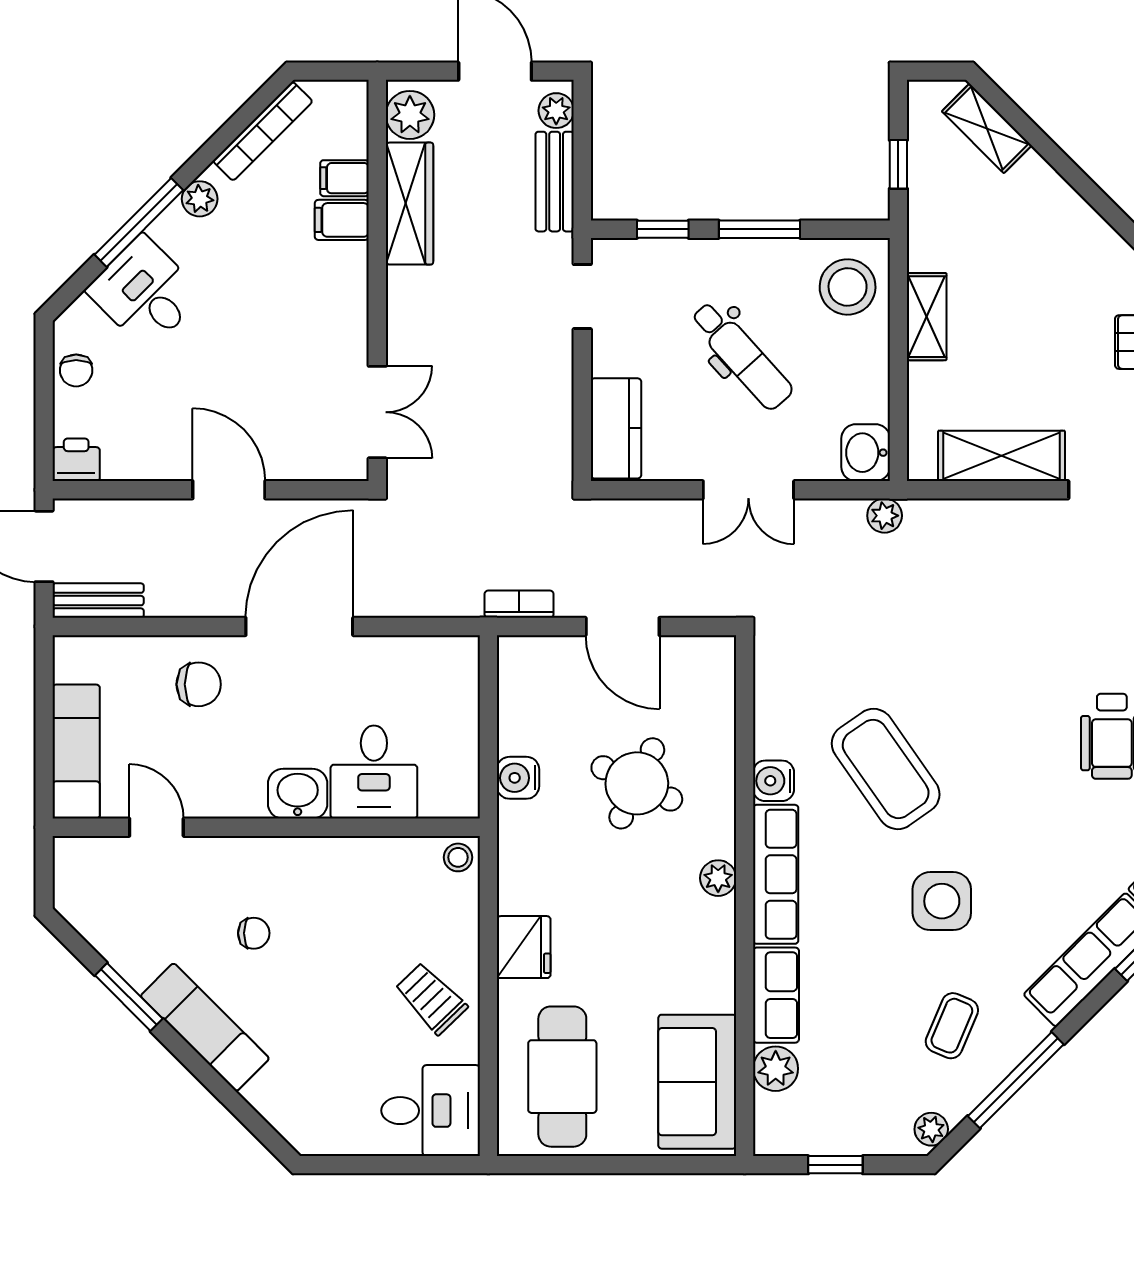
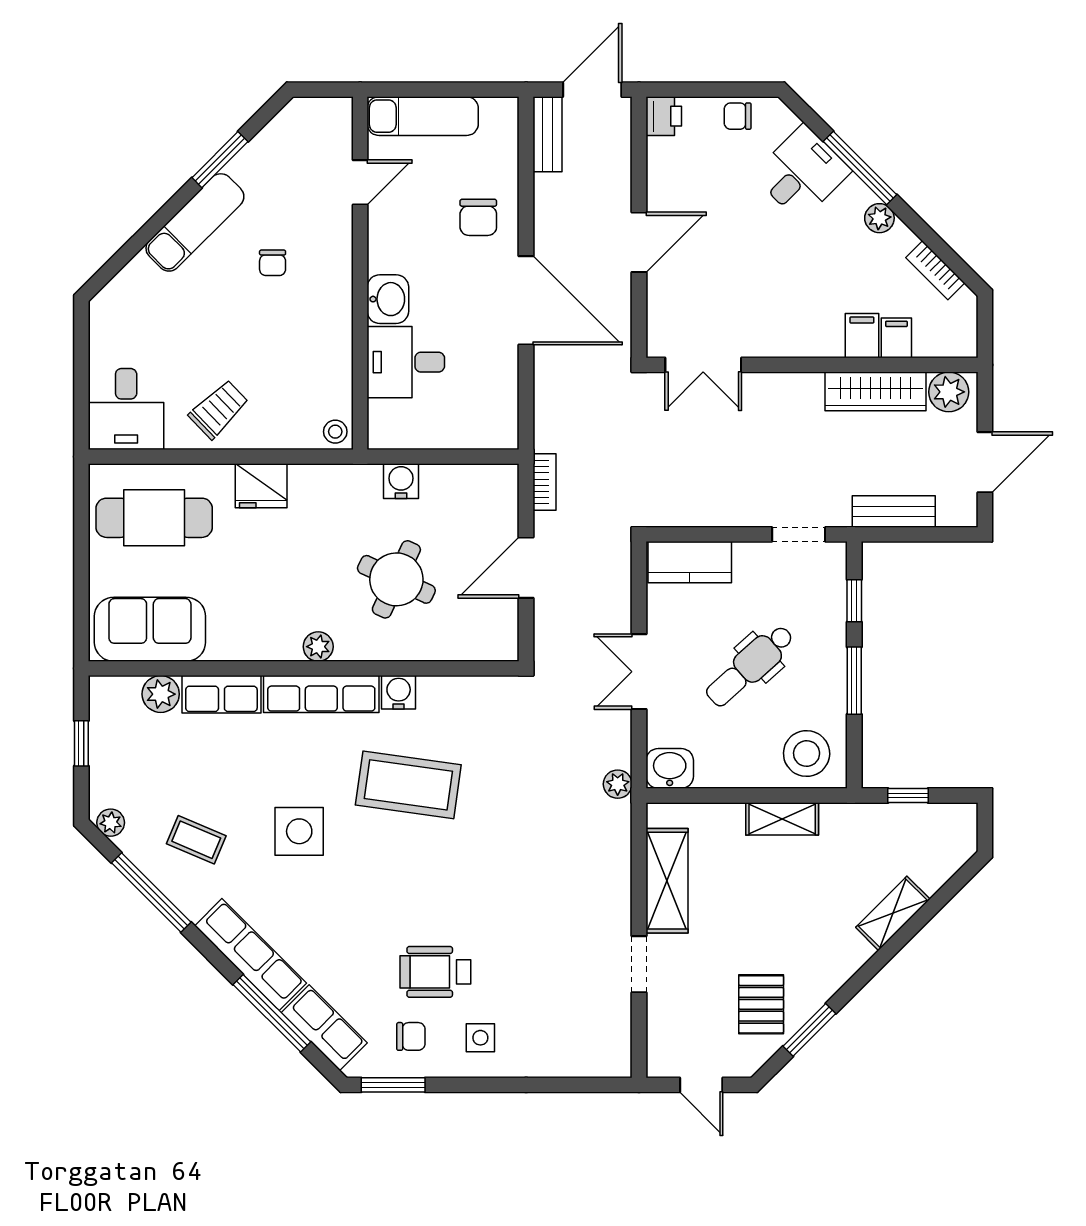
plant: (556, 111) -> (952, 513), removed
shelving: (987, 128) -> (893, 913), moved
bookcase: (263, 131) -> (935, 270), width x0.64
coffee table: (886, 769) -> (408, 785), turned 43

